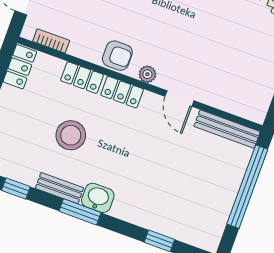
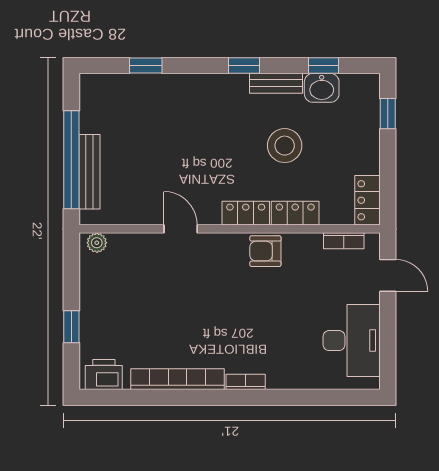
plant: (147, 74) -> (97, 243), moved
bench: (227, 129) -> (89, 172), moved, turned 90
washbasin: (98, 198) -> (322, 88), moved
window: (80, 212) -> (244, 66), width x0.67

